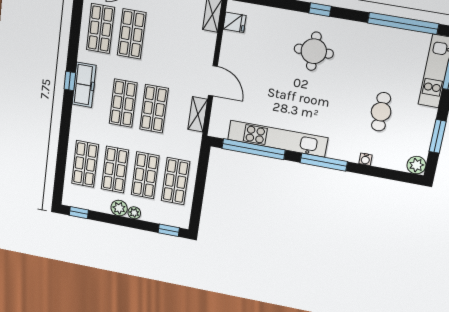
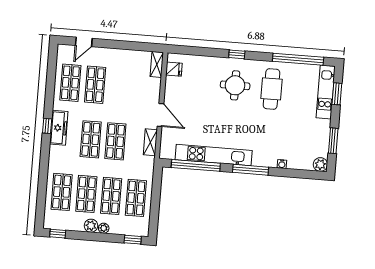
cafe table: (381, 112) -> (271, 89), moved, width x1.37, depth x1.35

